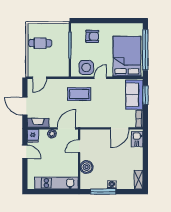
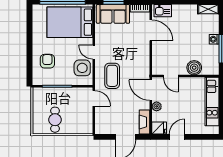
door: (40, 78) -> (94, 98), moved

